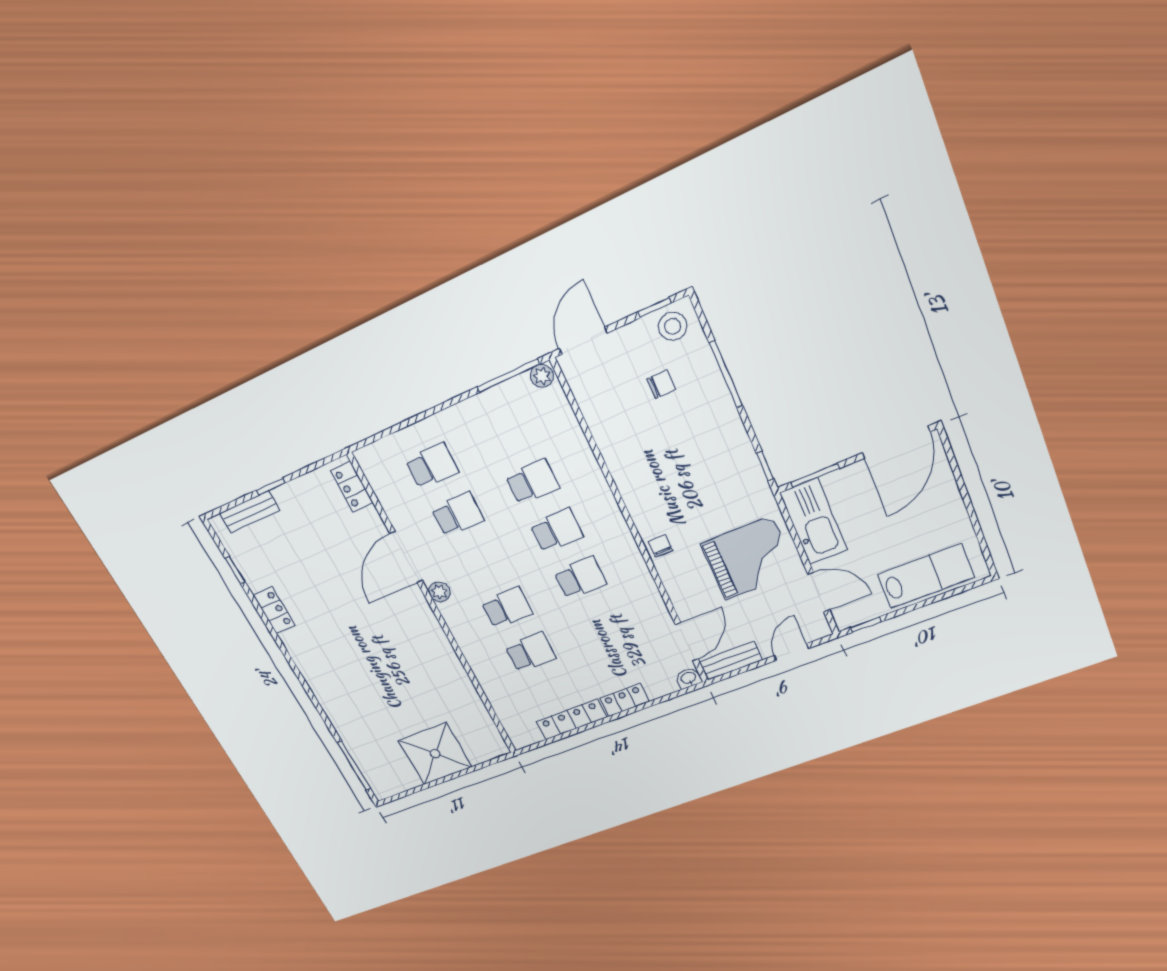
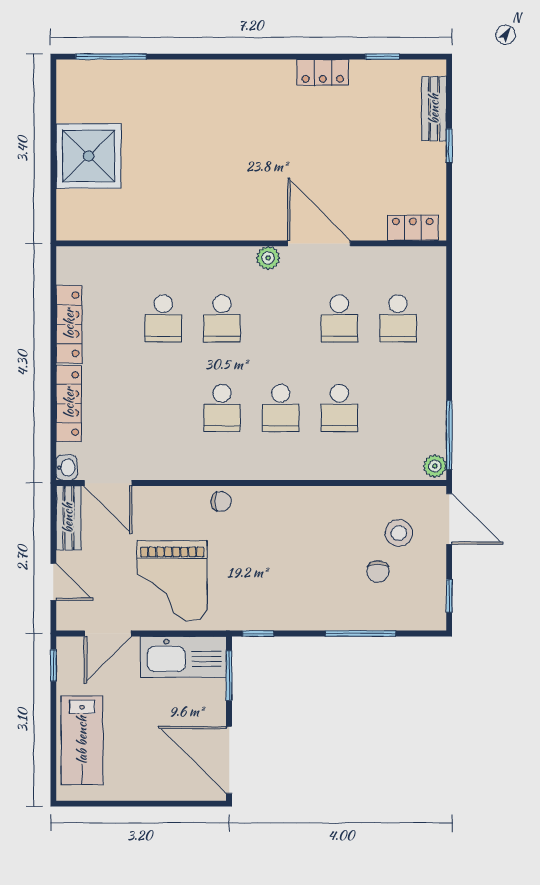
stool: (673, 326) -> (399, 533), moved
locker: (624, 700) -> (69, 403), width x1.53

